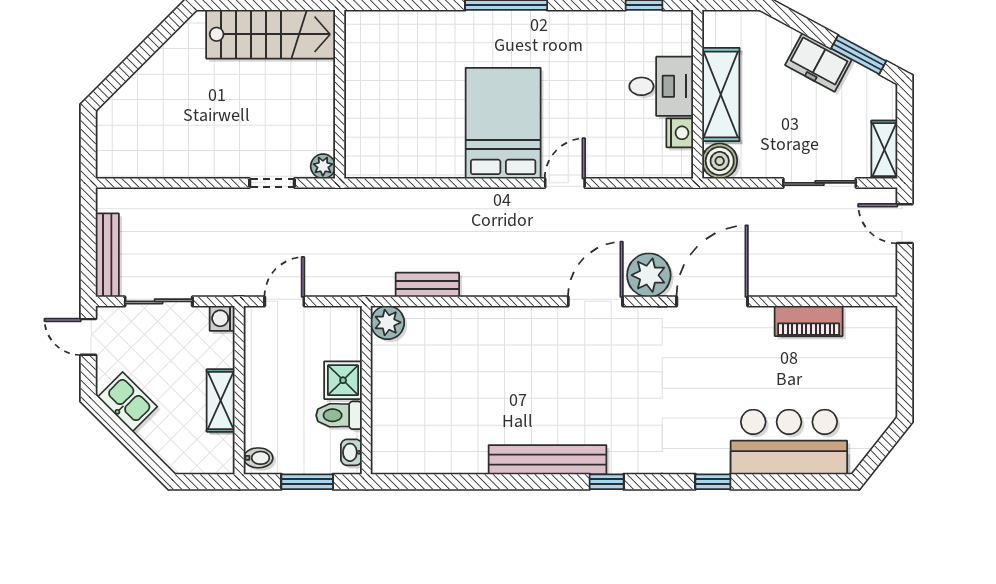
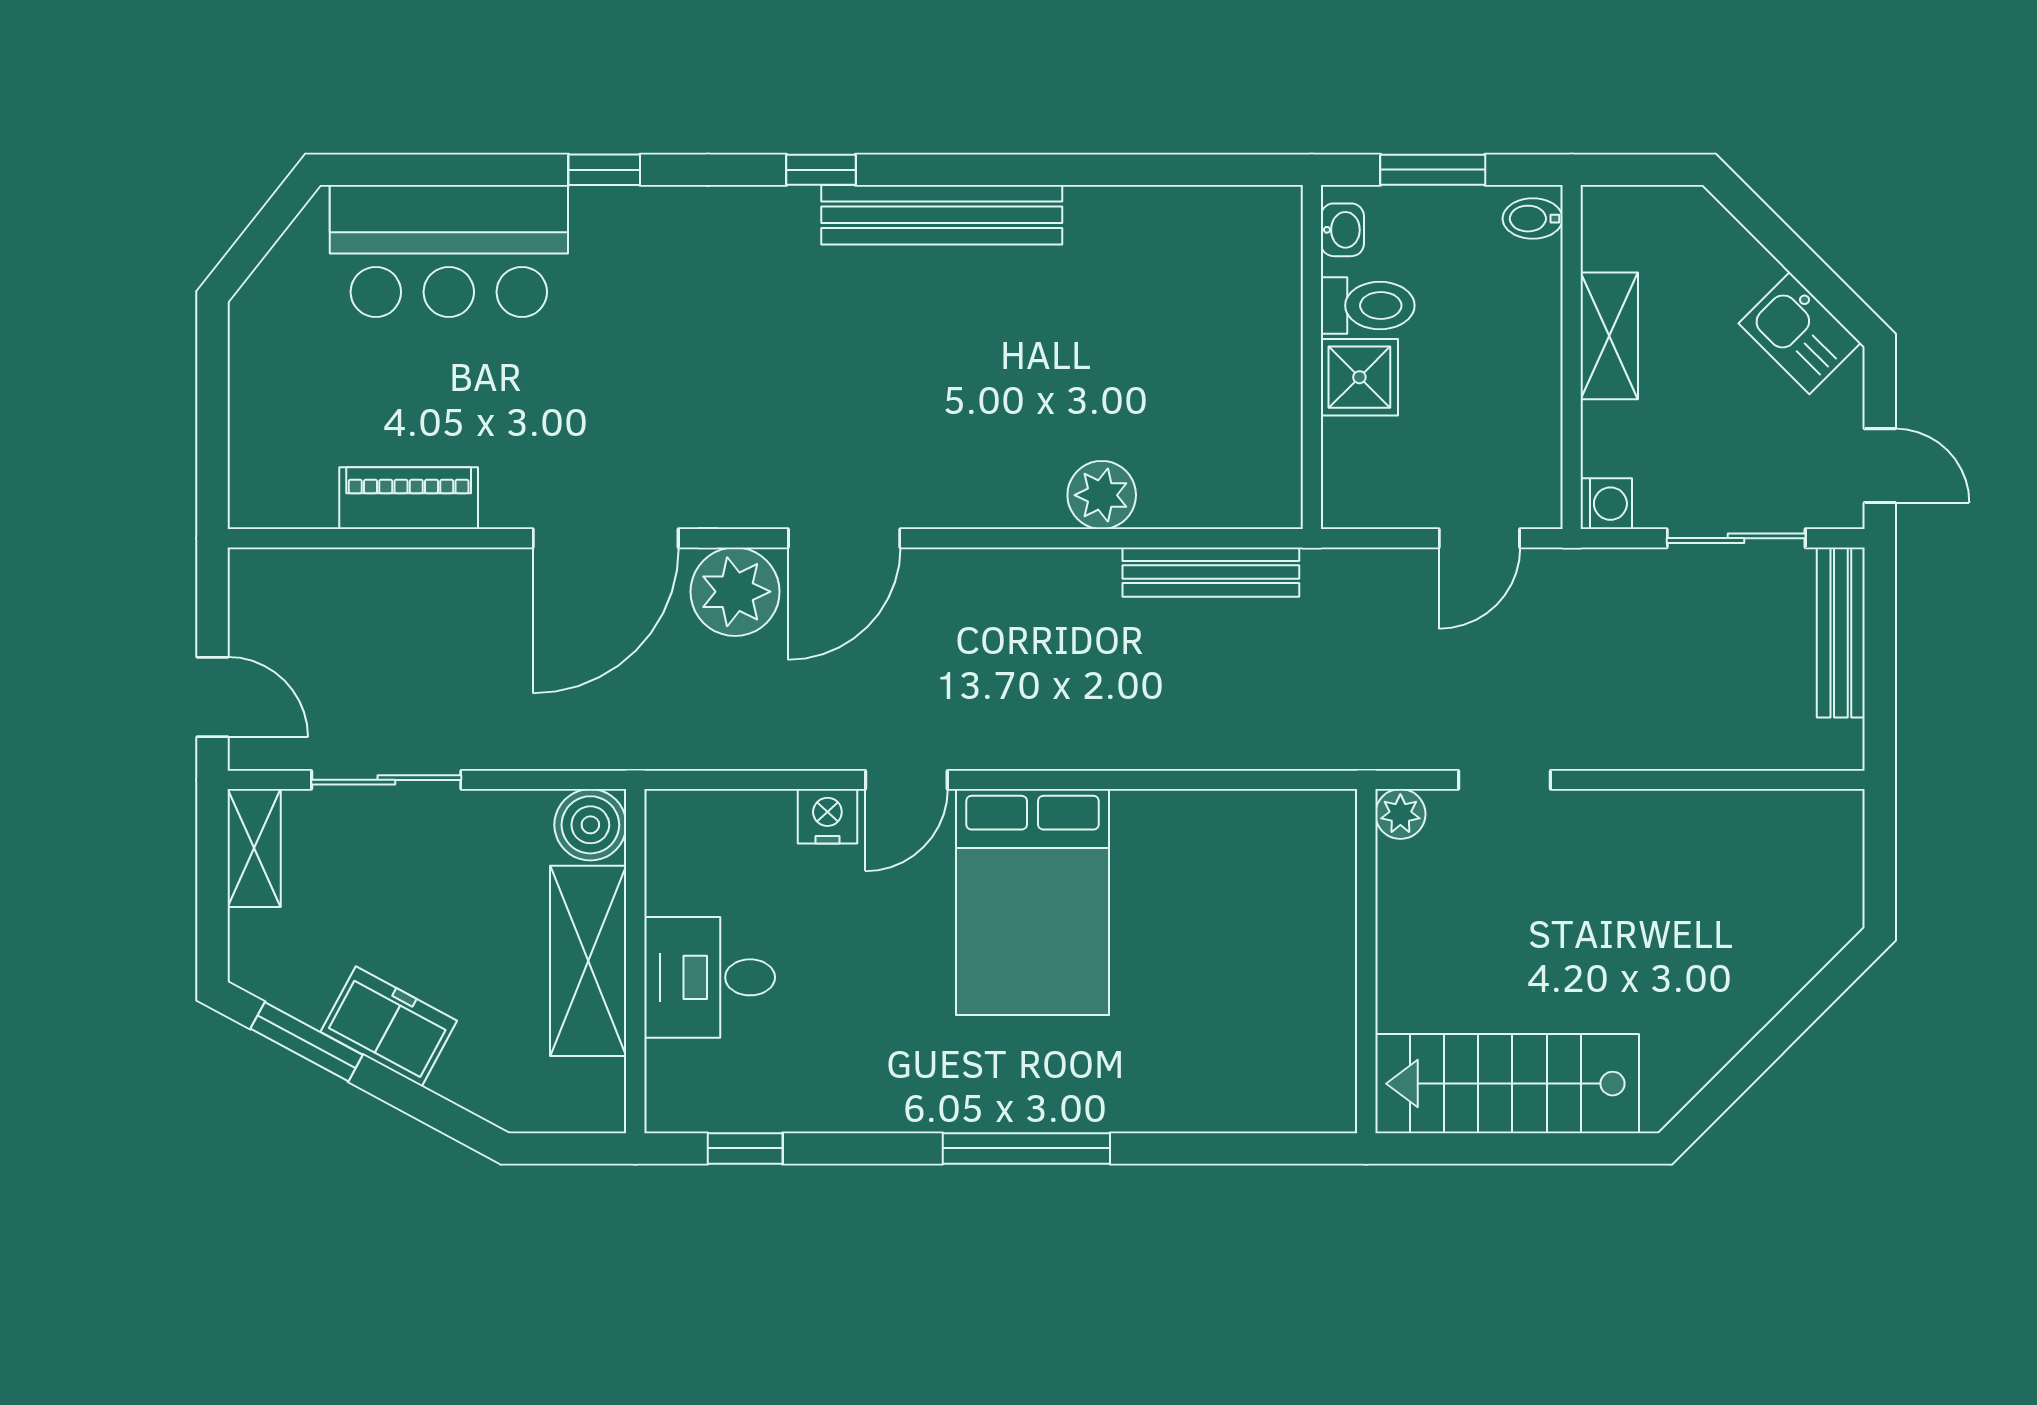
nightstand: (680, 133) -> (827, 816), moved, turned 90
bench: (427, 285) -> (1211, 572), width x1.36
plant: (387, 322) -> (1102, 495), moved

